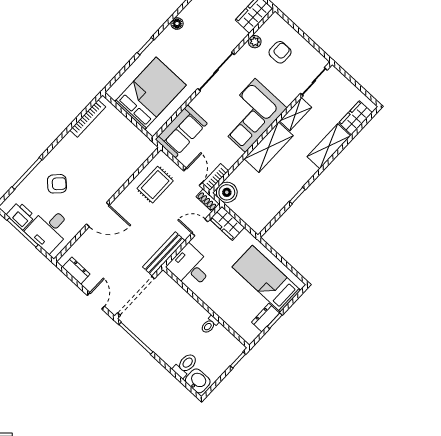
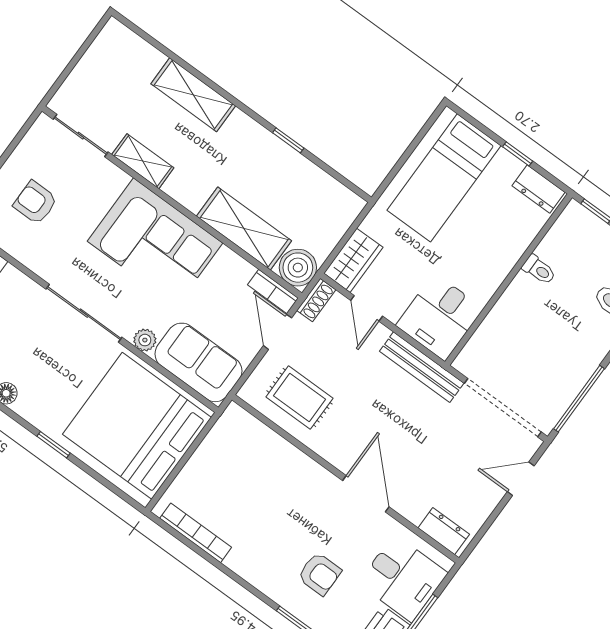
plant: (255, 42) -> (145, 340), moved
bed: (150, 93) -> (137, 426), width x1.36
wardrobe: (356, 118) -> (136, 53), removed
shelving: (269, 147) -> (244, 229), moved
door: (193, 177) -> (277, 332), hinge flipped
armchair: (57, 184) -> (319, 574), turned 136
dresser: (76, 271) -> (444, 531), moved, turned 90
dresser: (265, 318) -> (538, 189), moved

